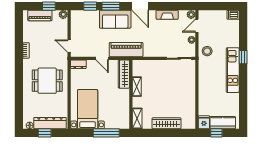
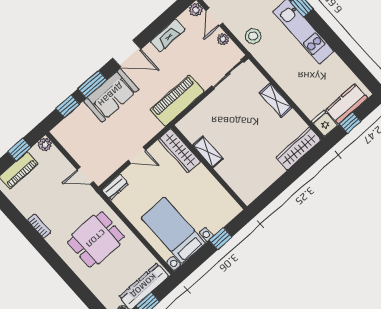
piano: (126, 50) -> (177, 101), moved
shelving: (137, 118) -> (276, 100), moved
wardrobe: (167, 123) -> (298, 149), moved
window: (106, 133) -> (220, 239), width x0.46

